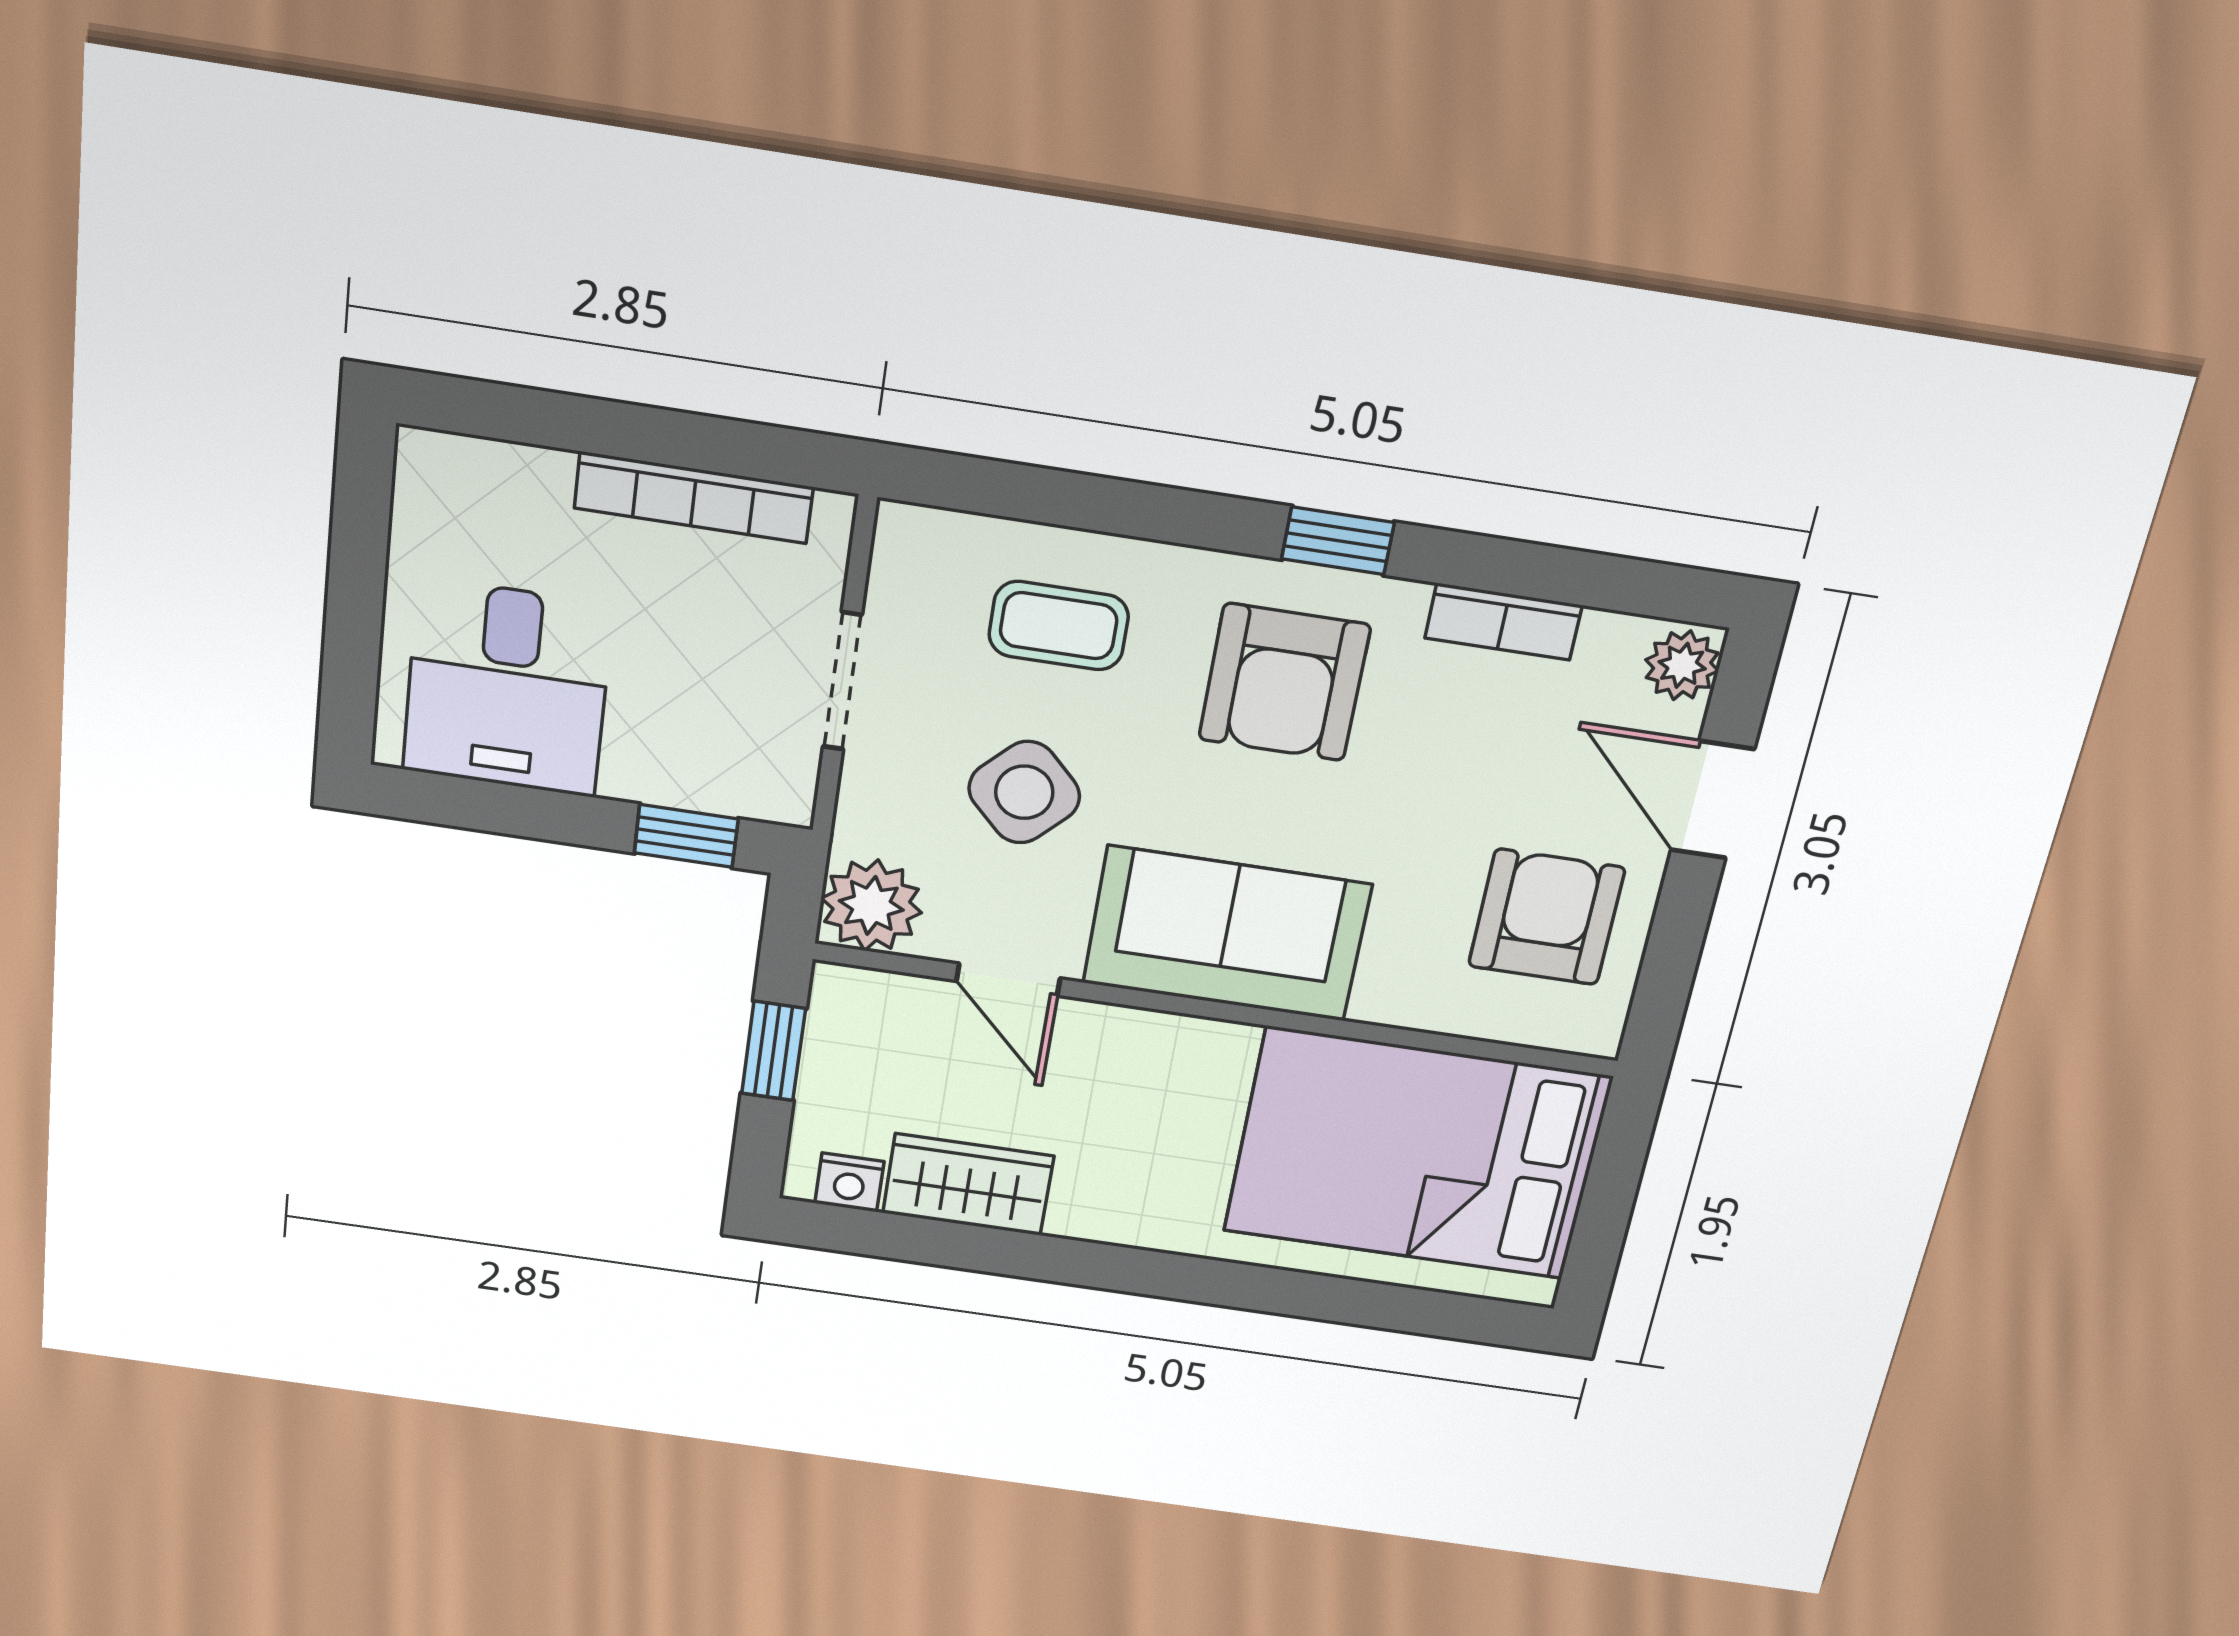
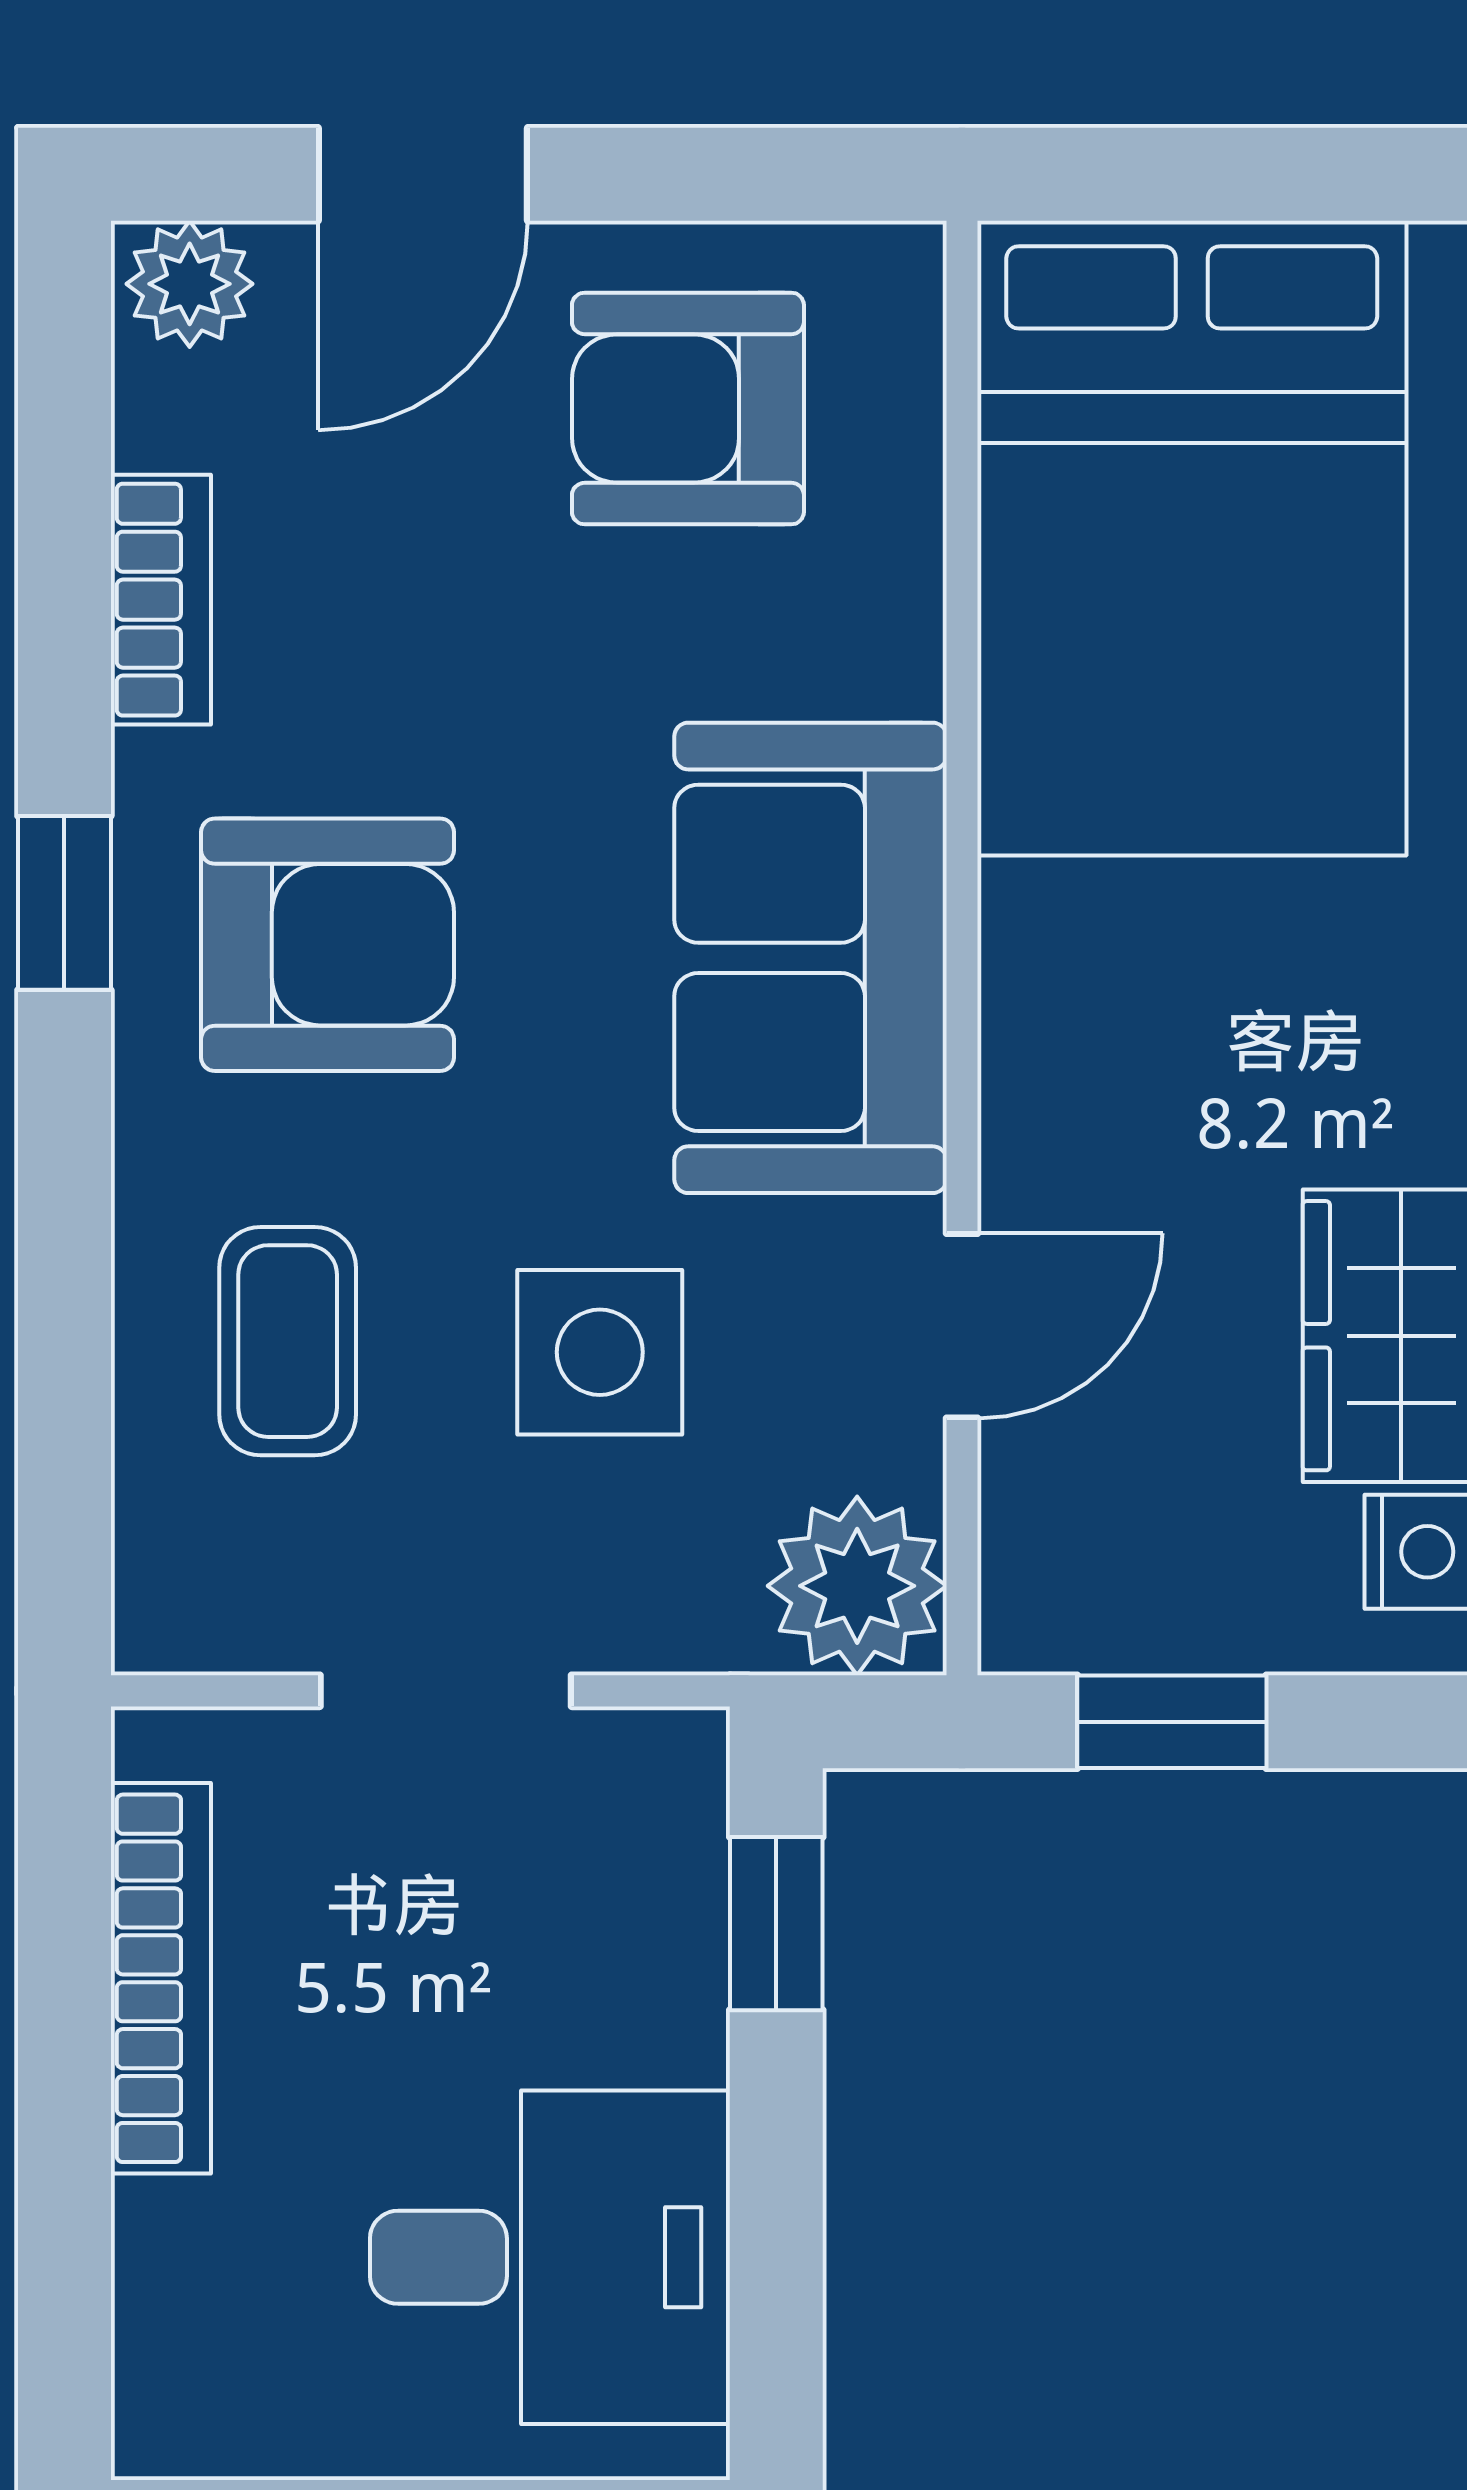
side table: (1024, 792) -> (600, 1352), turned 45

